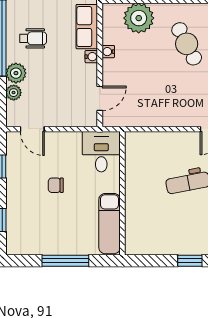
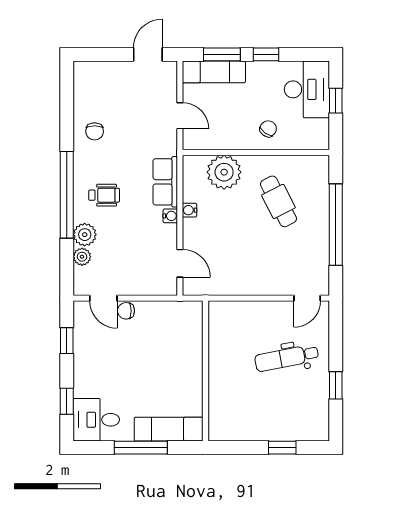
door: (100, 98) -> (180, 263), hinge flipped
desk: (101, 152) -> (96, 420), moved, turned -90
chair: (56, 185) -> (126, 311), moved
exam couch: (110, 224) -> (169, 429), moved, turned 90

